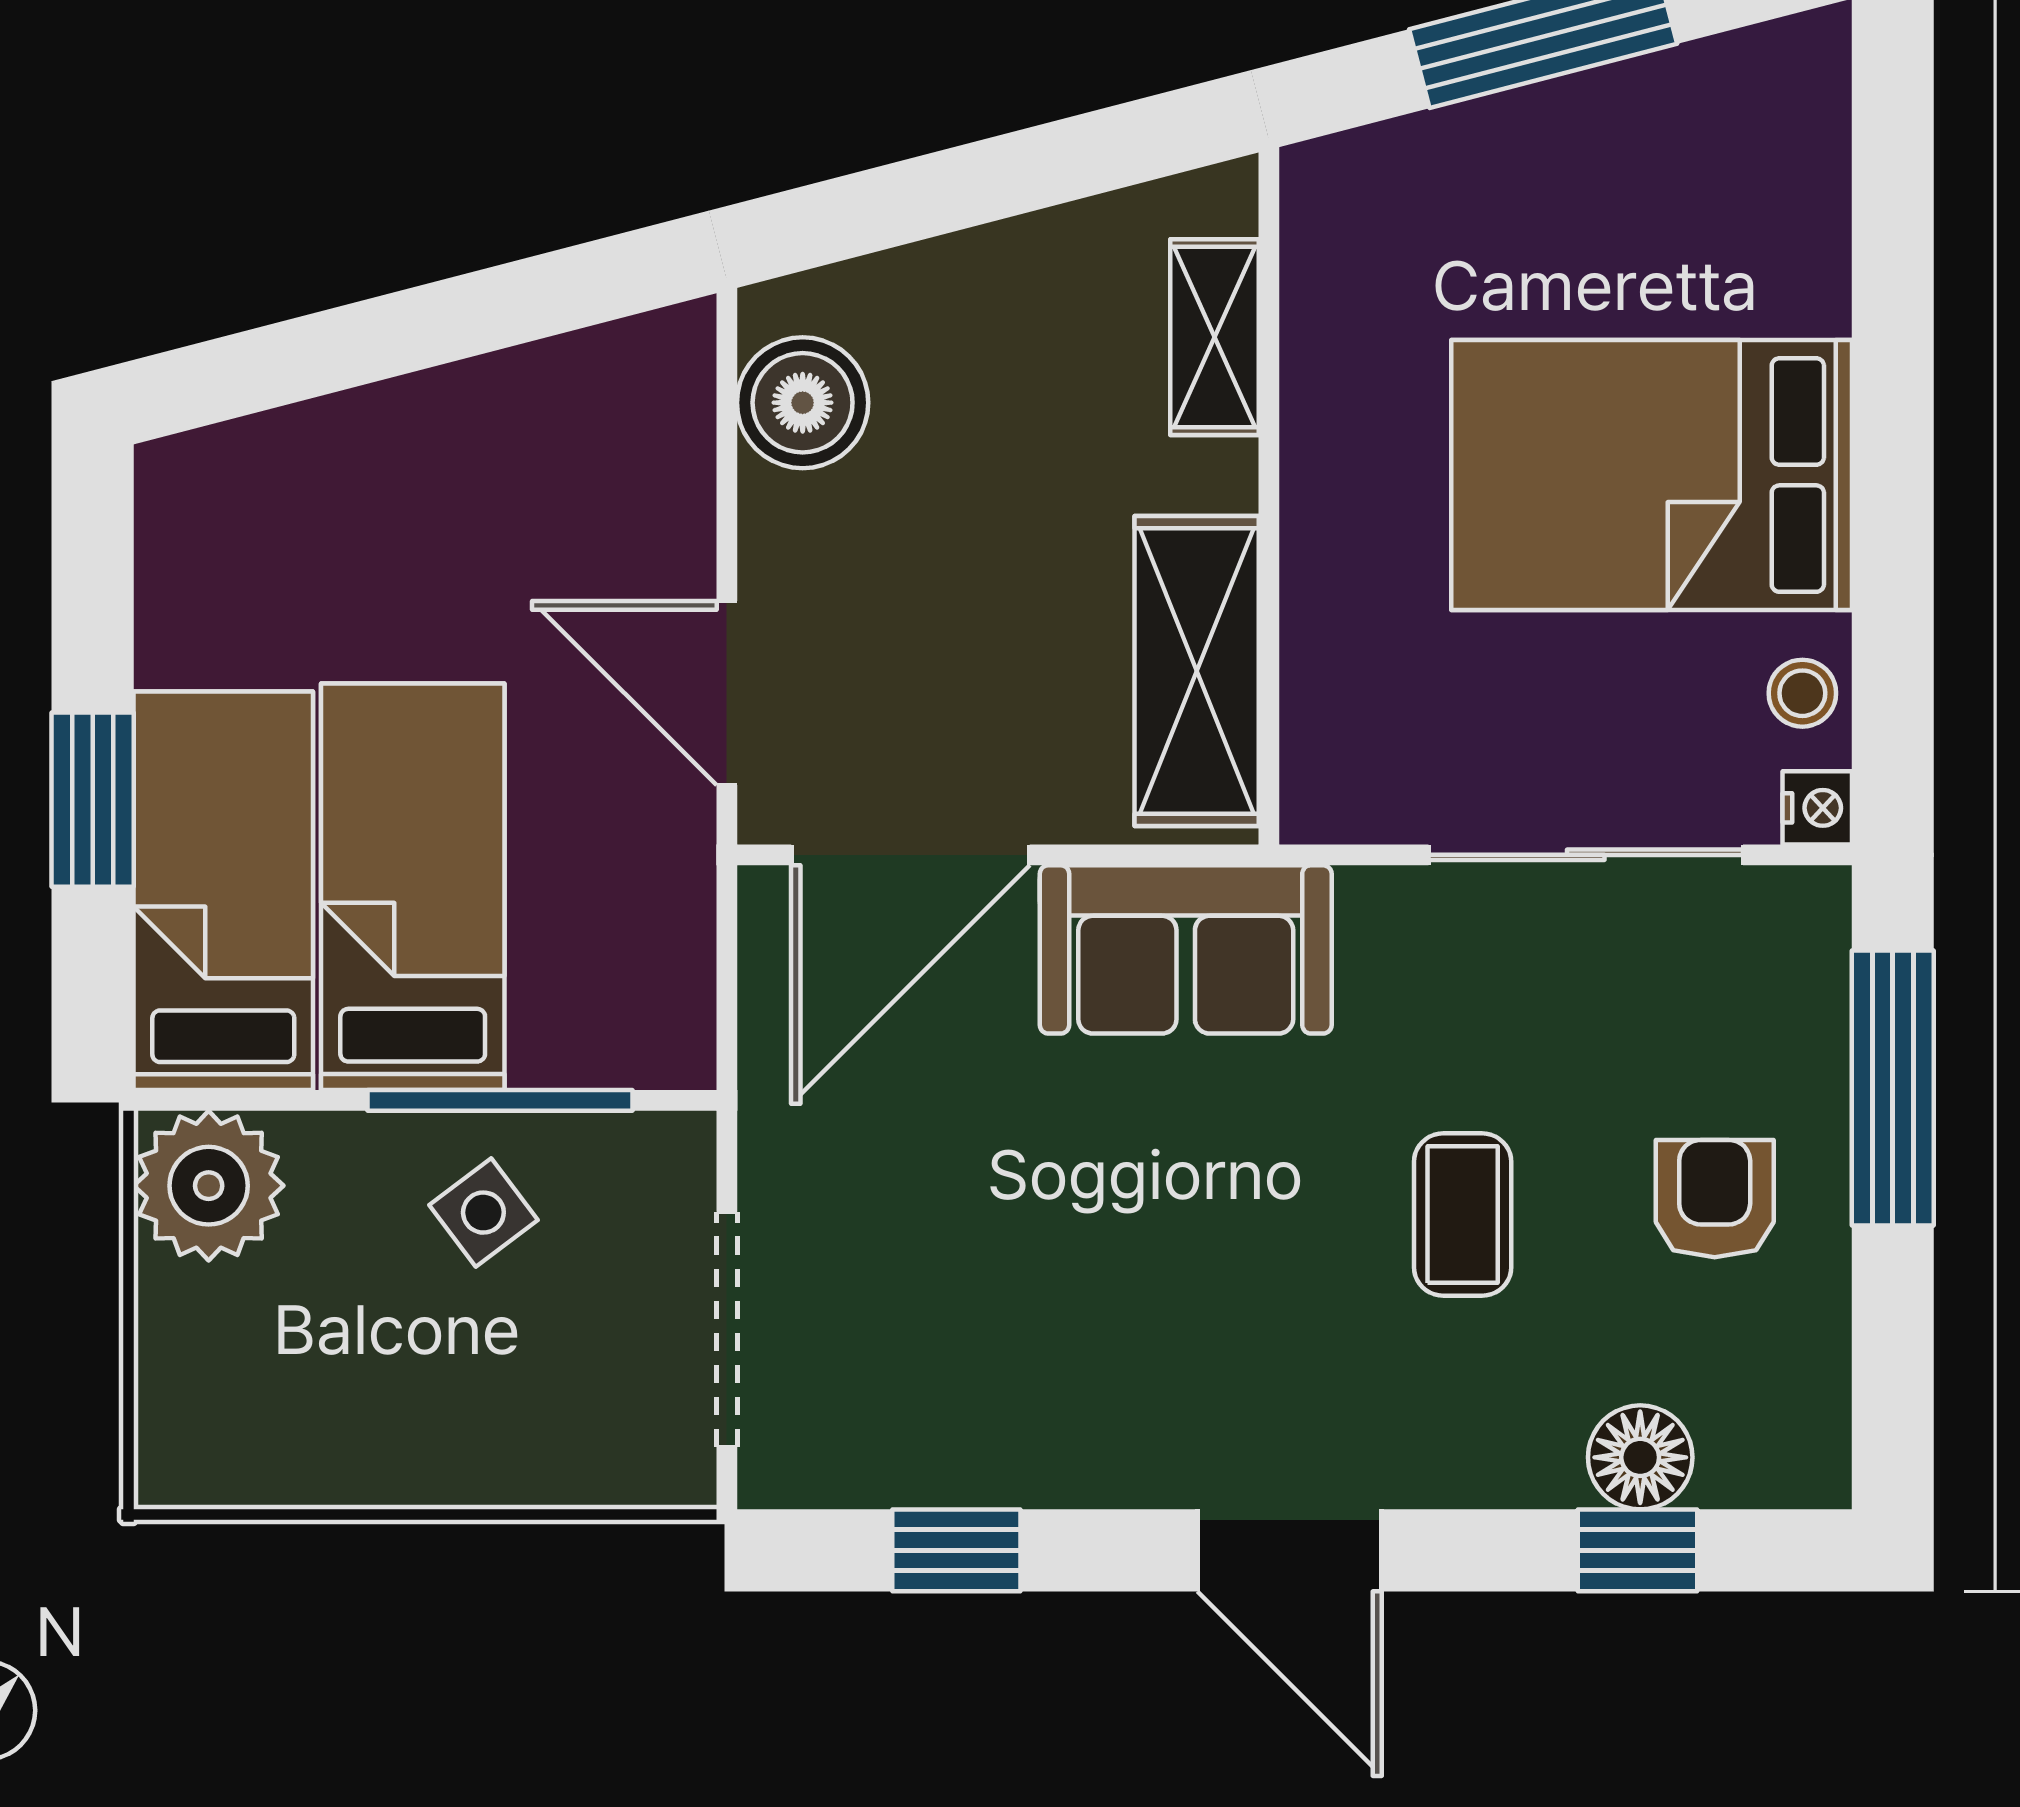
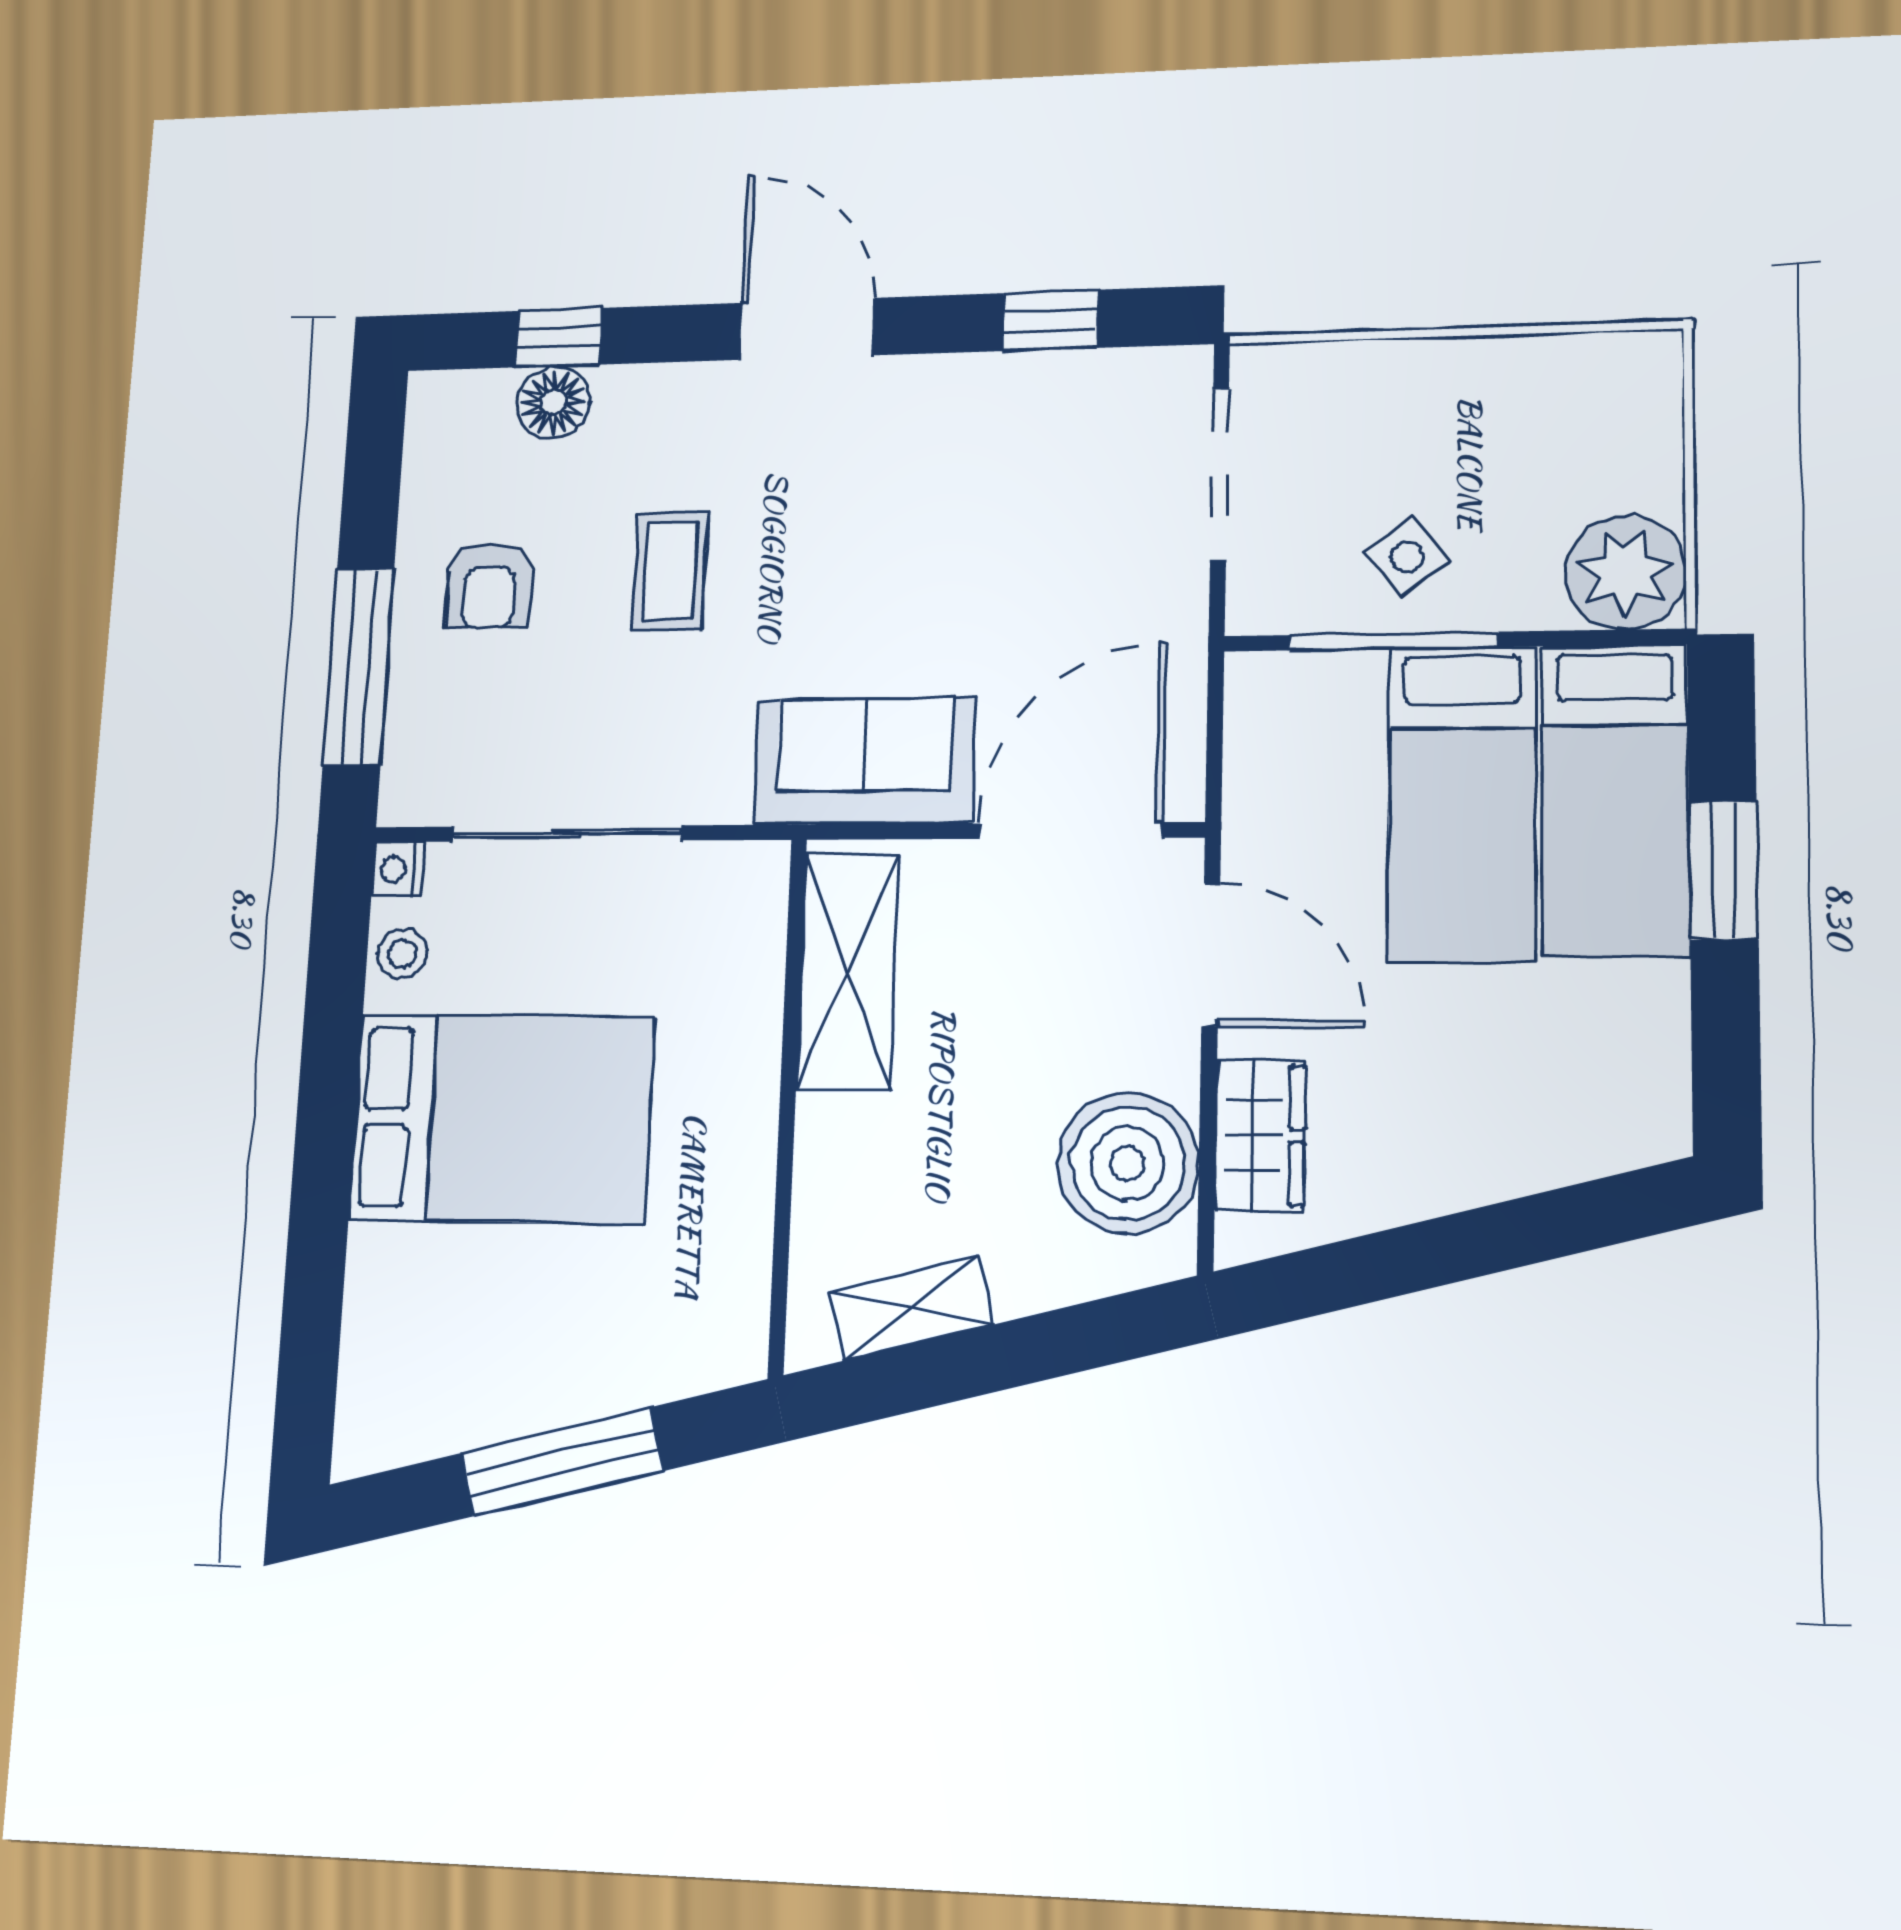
shelving: (1215, 337) -> (911, 1308), moved, turned 75
boiler: (803, 403) -> (1128, 1163), width x1.37, depth x1.37
wardrobe: (661, 464) -> (1260, 1135), added

